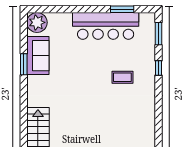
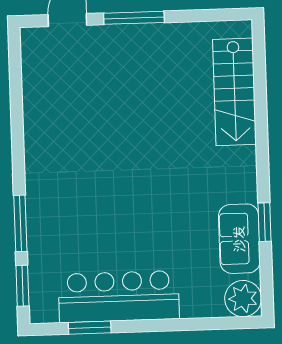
window: (158, 68) -> (20, 223), width x2.17
coffee table: (122, 77) -> (85, 205), removed

